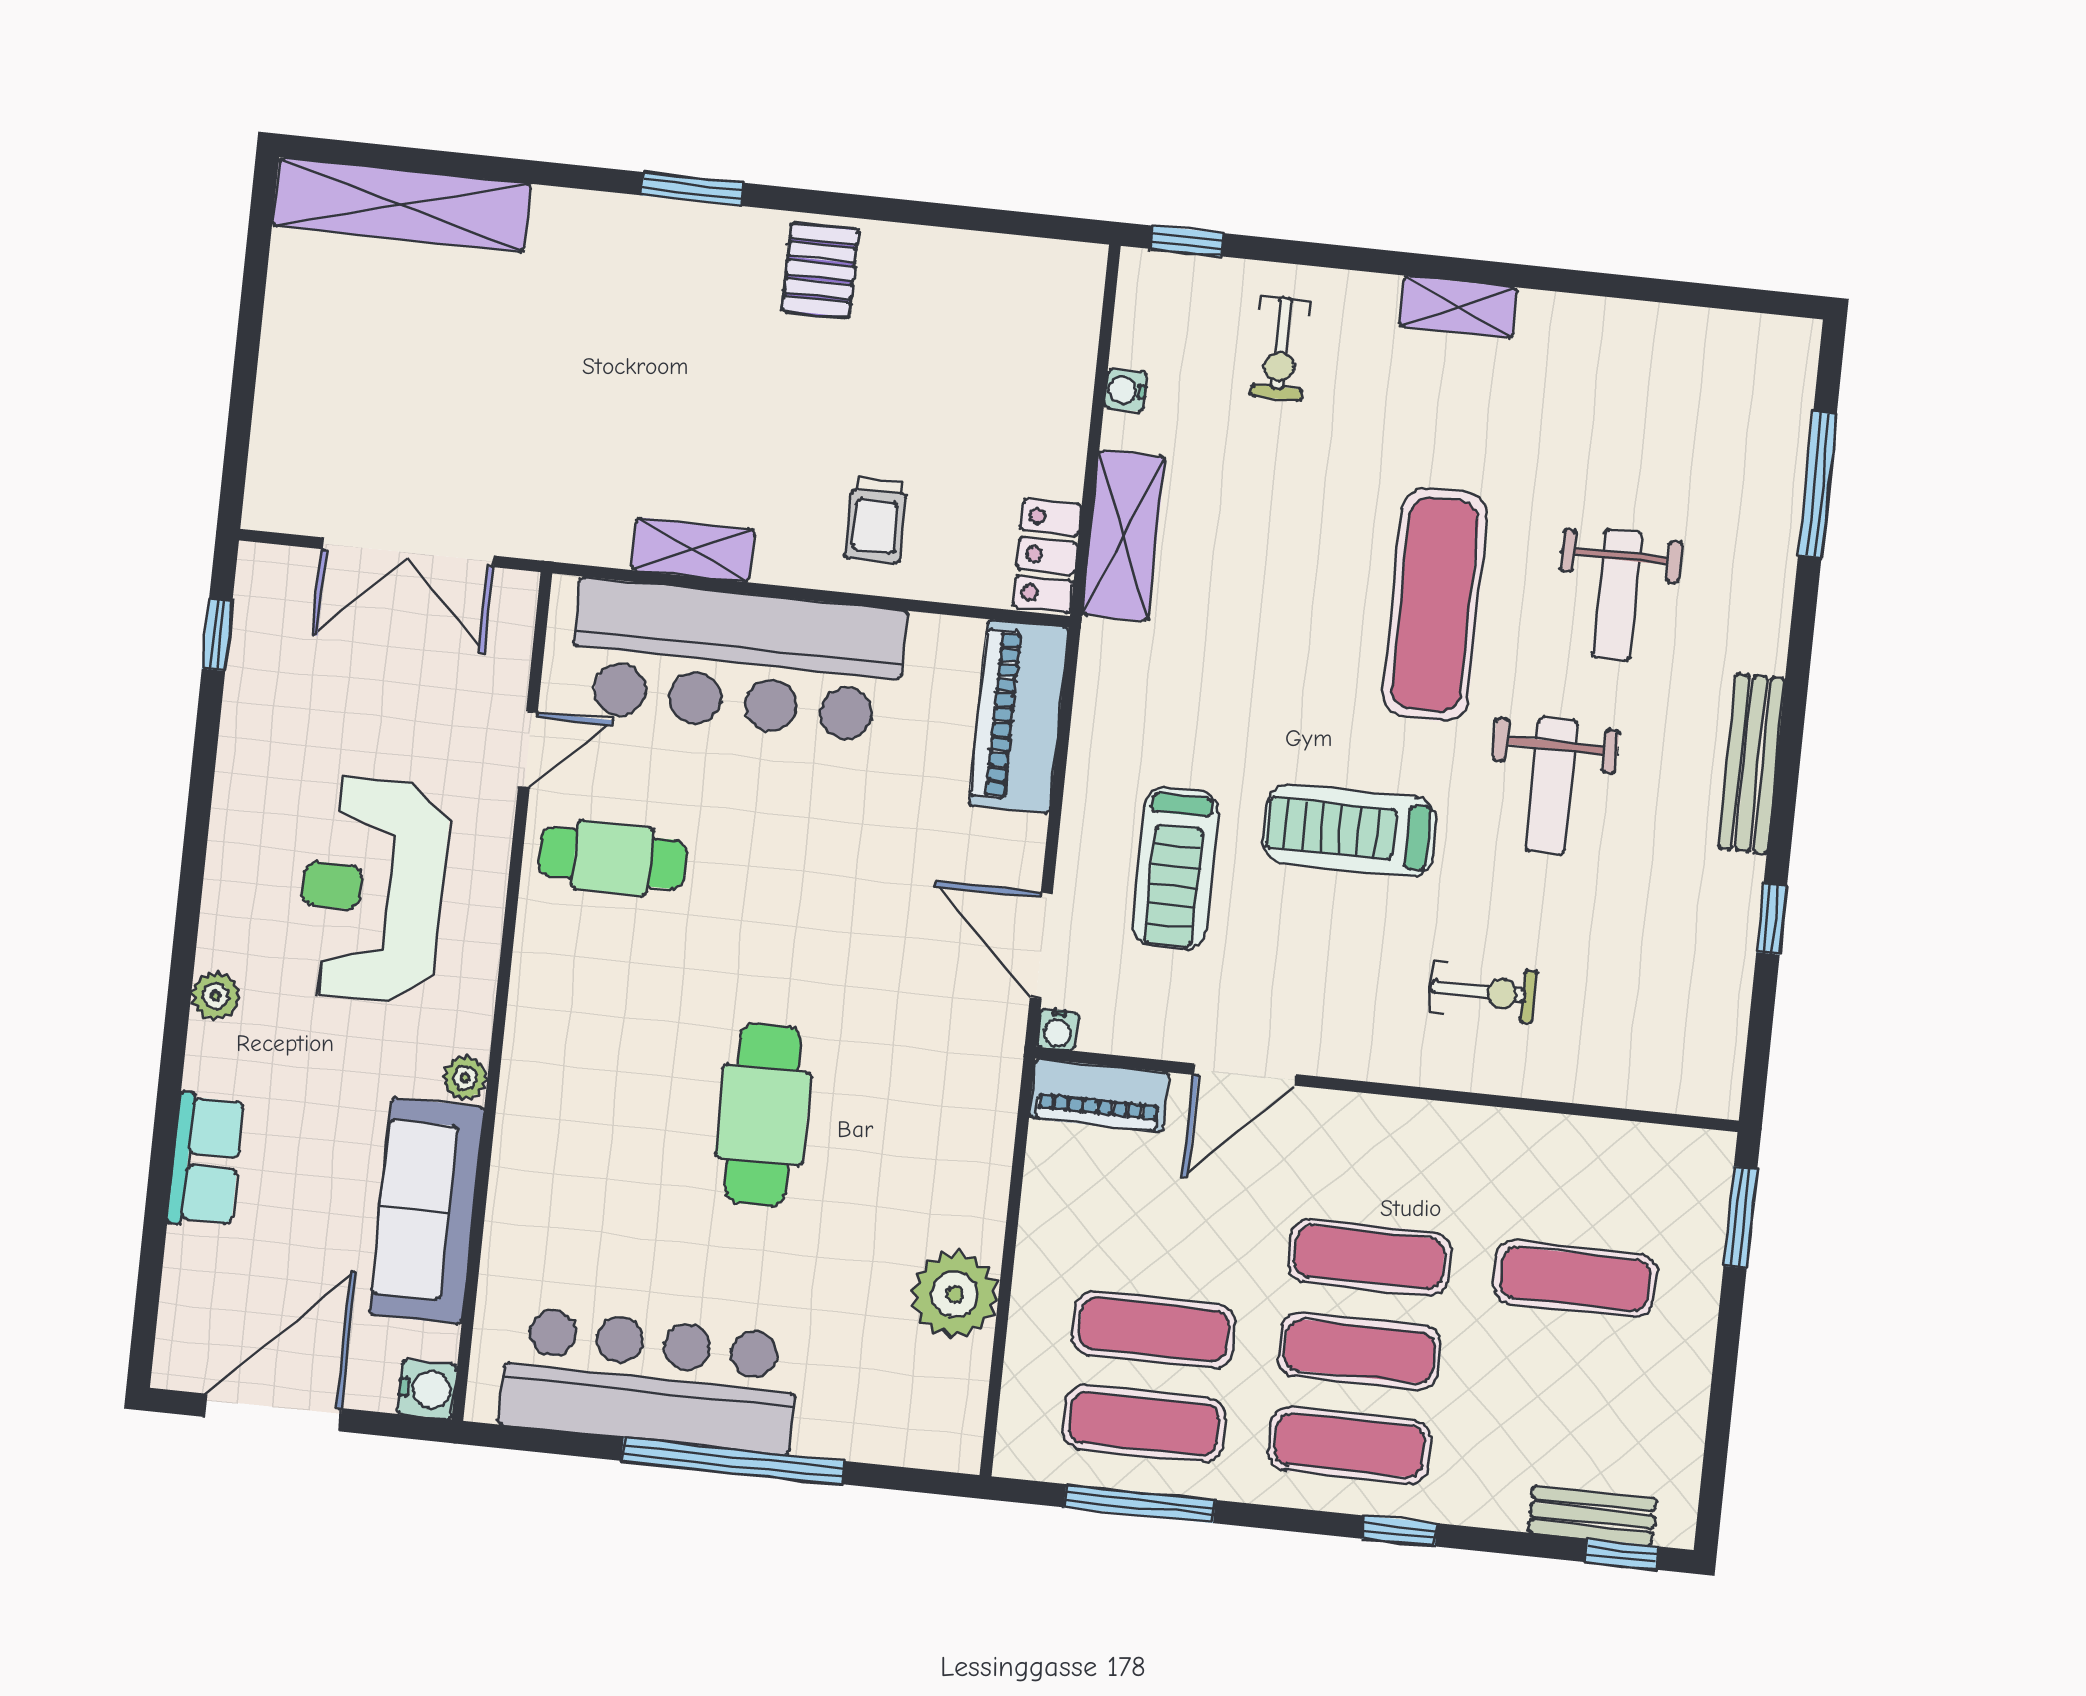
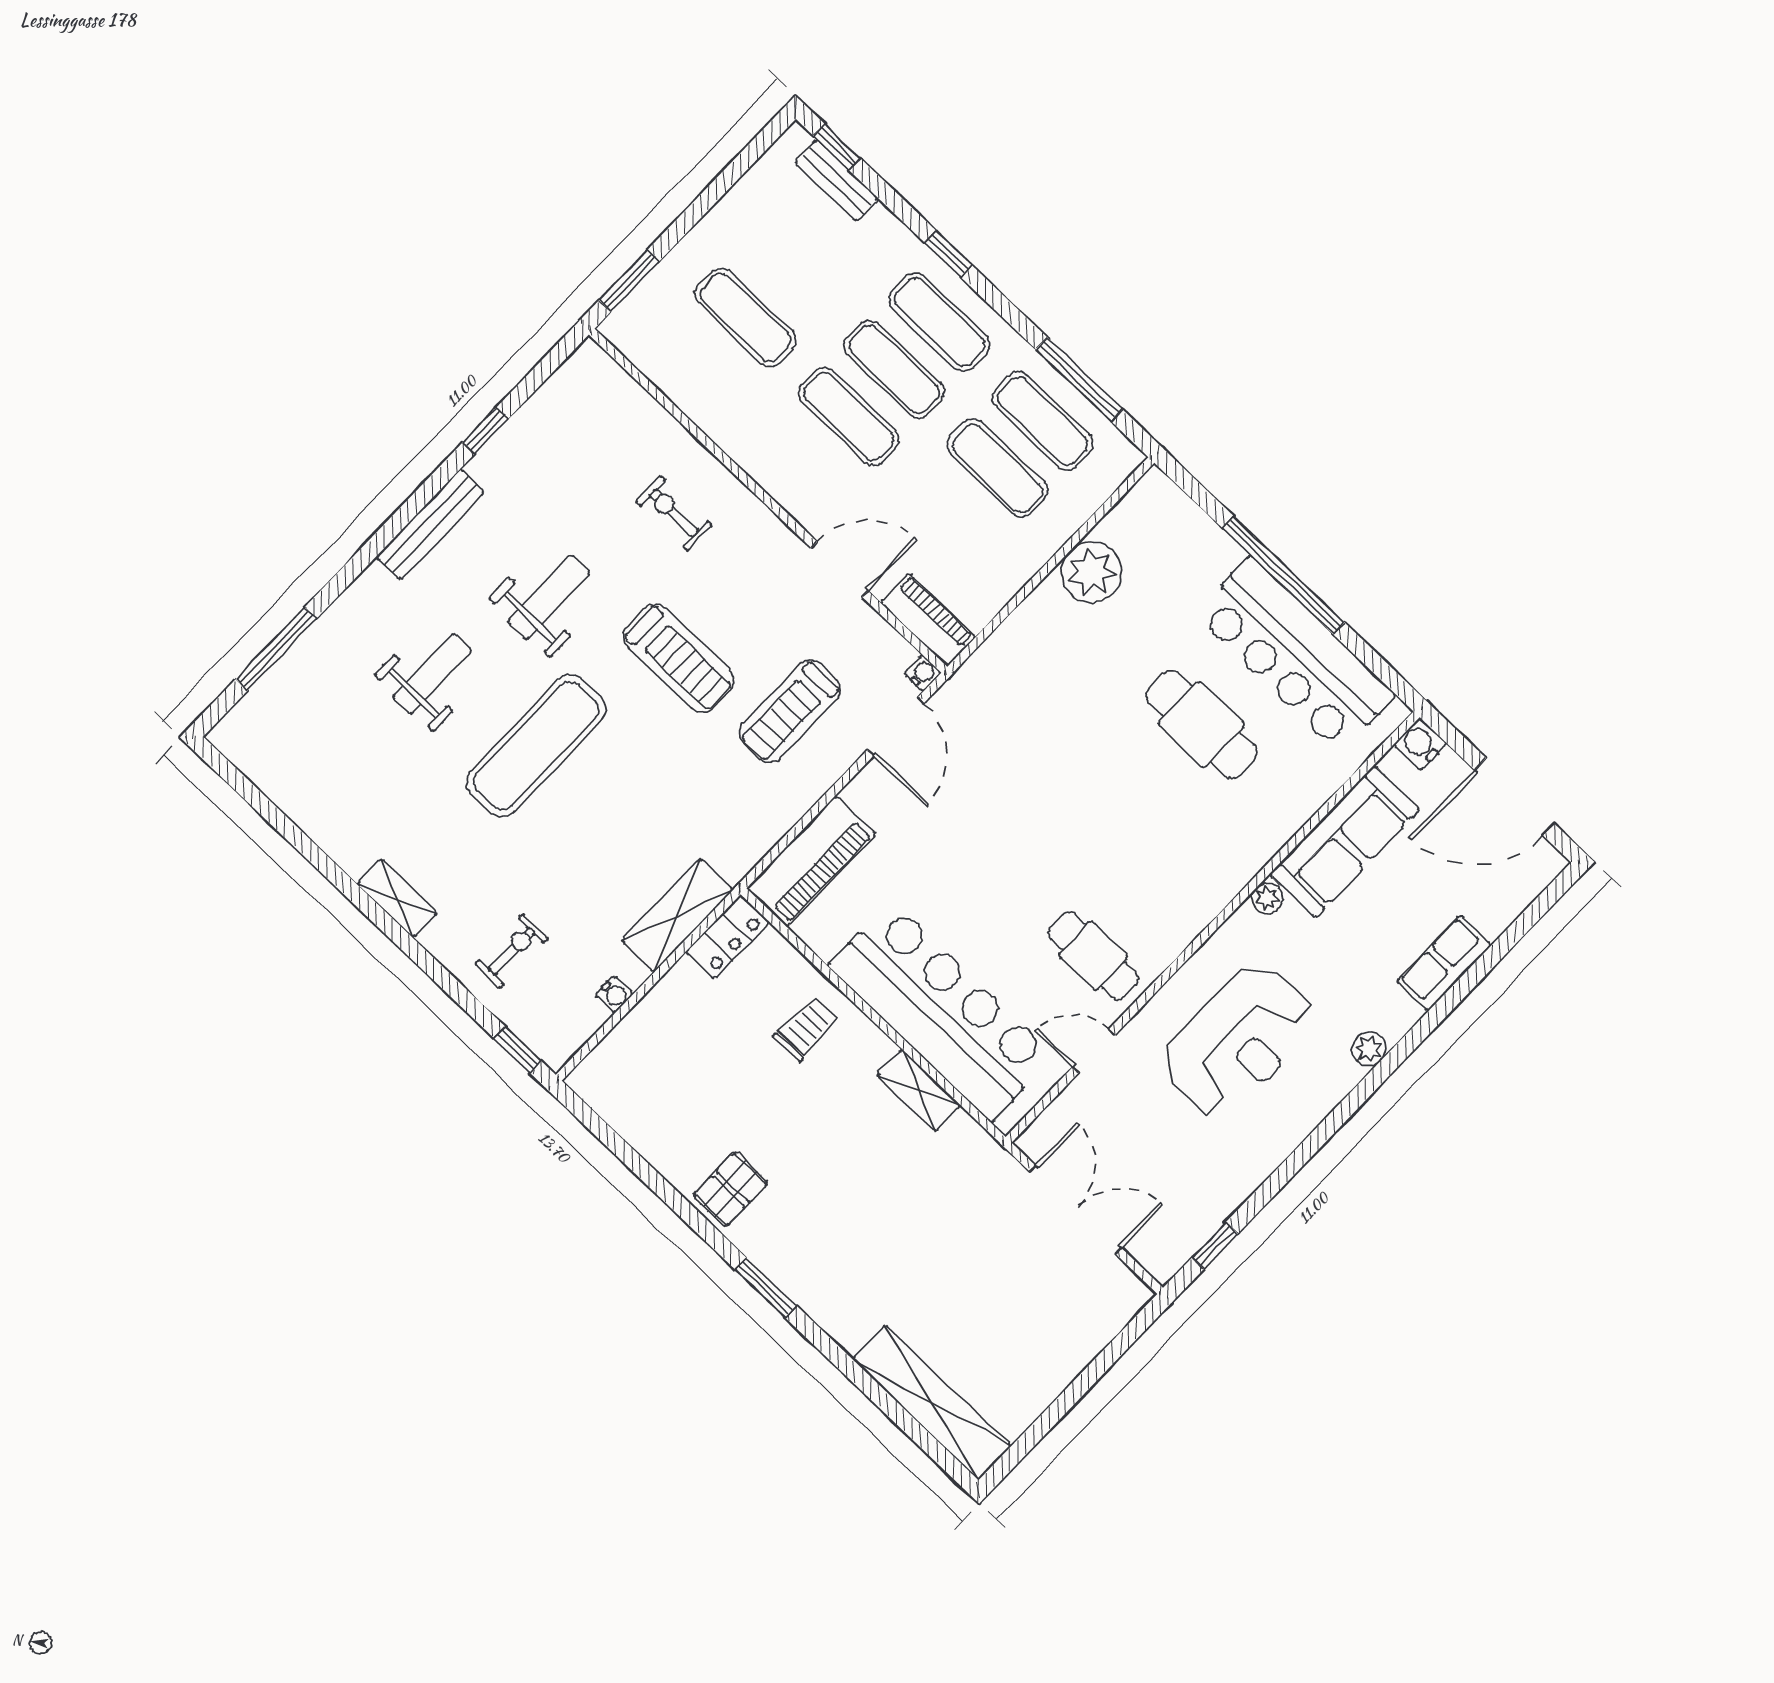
treadmill: (1175, 868) -> (790, 711), turned 180
cafe table: (763, 1115) -> (1201, 724), moved, turned 90

